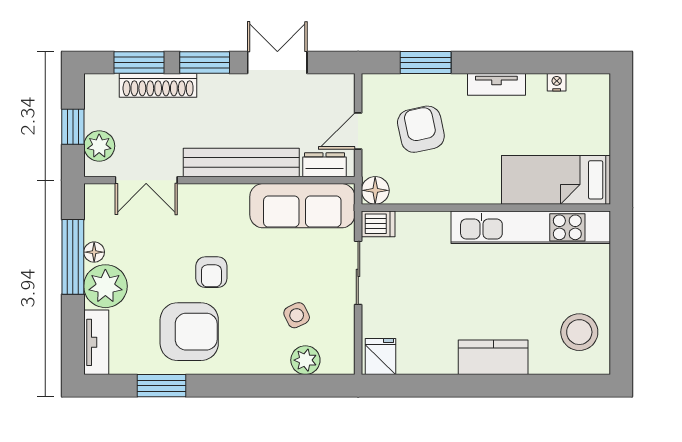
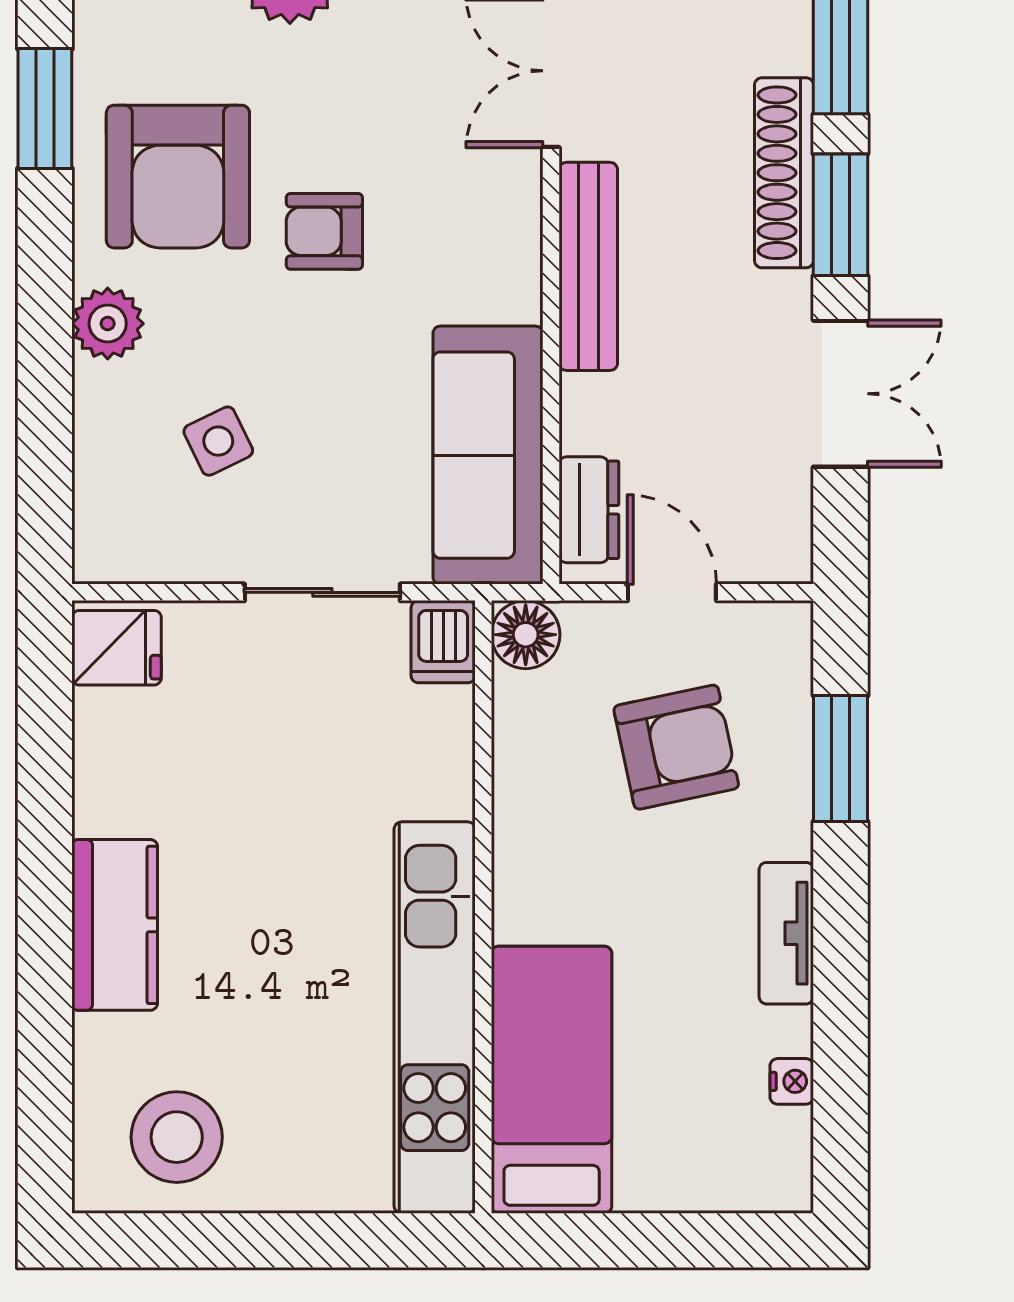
shoe rack: (158, 85) -> (784, 173), moved
bench: (241, 162) -> (588, 266), width x0.73, depth x0.82
plant: (305, 360) -> (108, 324), moved

